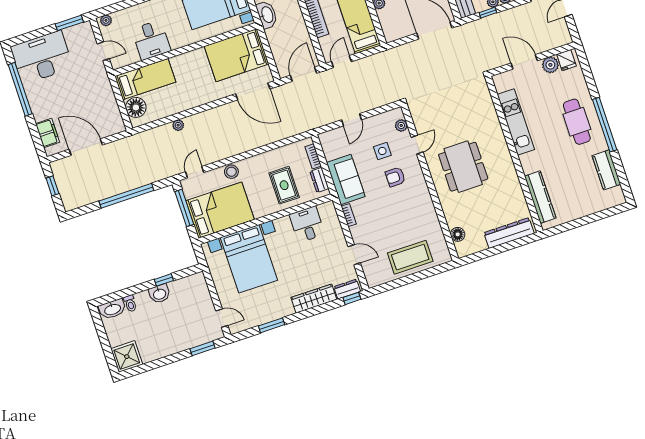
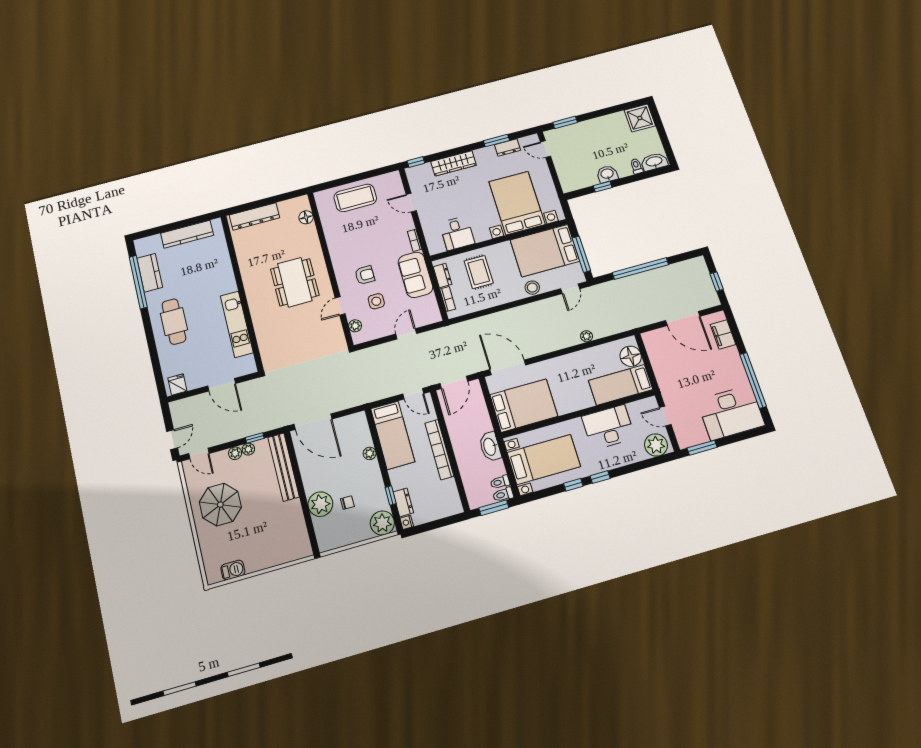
plant: (106, 20) -> (656, 445), width x1.88, depth x1.88
desk: (151, 40) -> (608, 427), width x1.37
door: (341, 62) -> (413, 394), hinge flipped
plant: (550, 65) -> (195, 380), removed
window: (605, 125) -> (138, 282), moved
kitchen counter: (540, 197) -> (187, 234), moved, turned -90
dresser: (347, 289) -> (507, 147), moved

